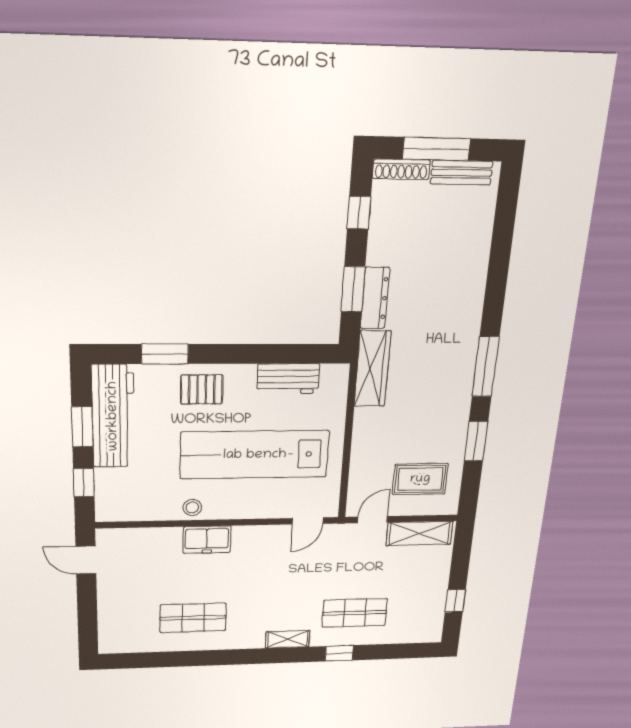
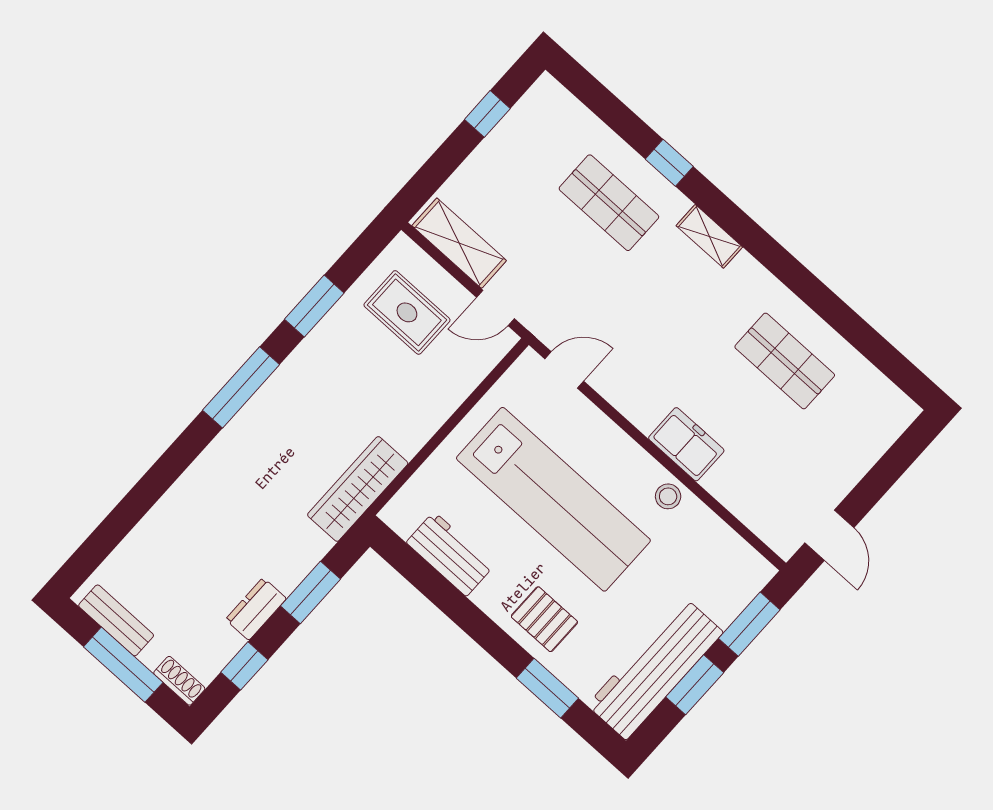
shoe rack: (401, 169) -> (179, 681), width x0.70
dresser: (375, 298) -> (256, 609), moved, width x0.70
window: (84, 483) -> (749, 624), width x1.50

